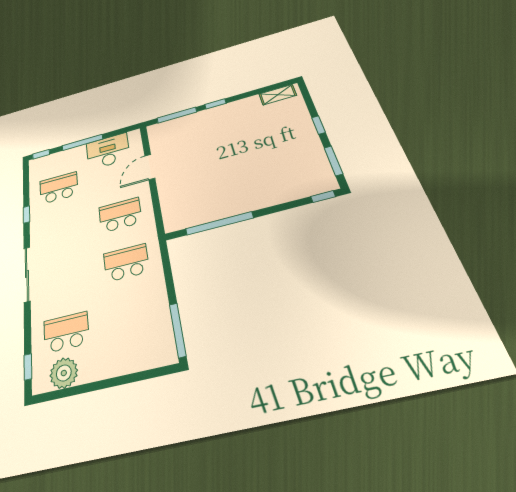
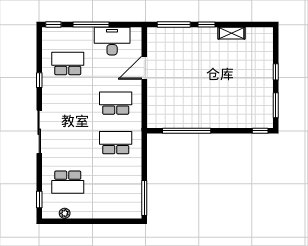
shelving: (278, 95) -> (232, 33), moved
school desk: (66, 332) -> (68, 182), turned 180
plant: (64, 373) -> (65, 213), width x0.53, depth x0.53

